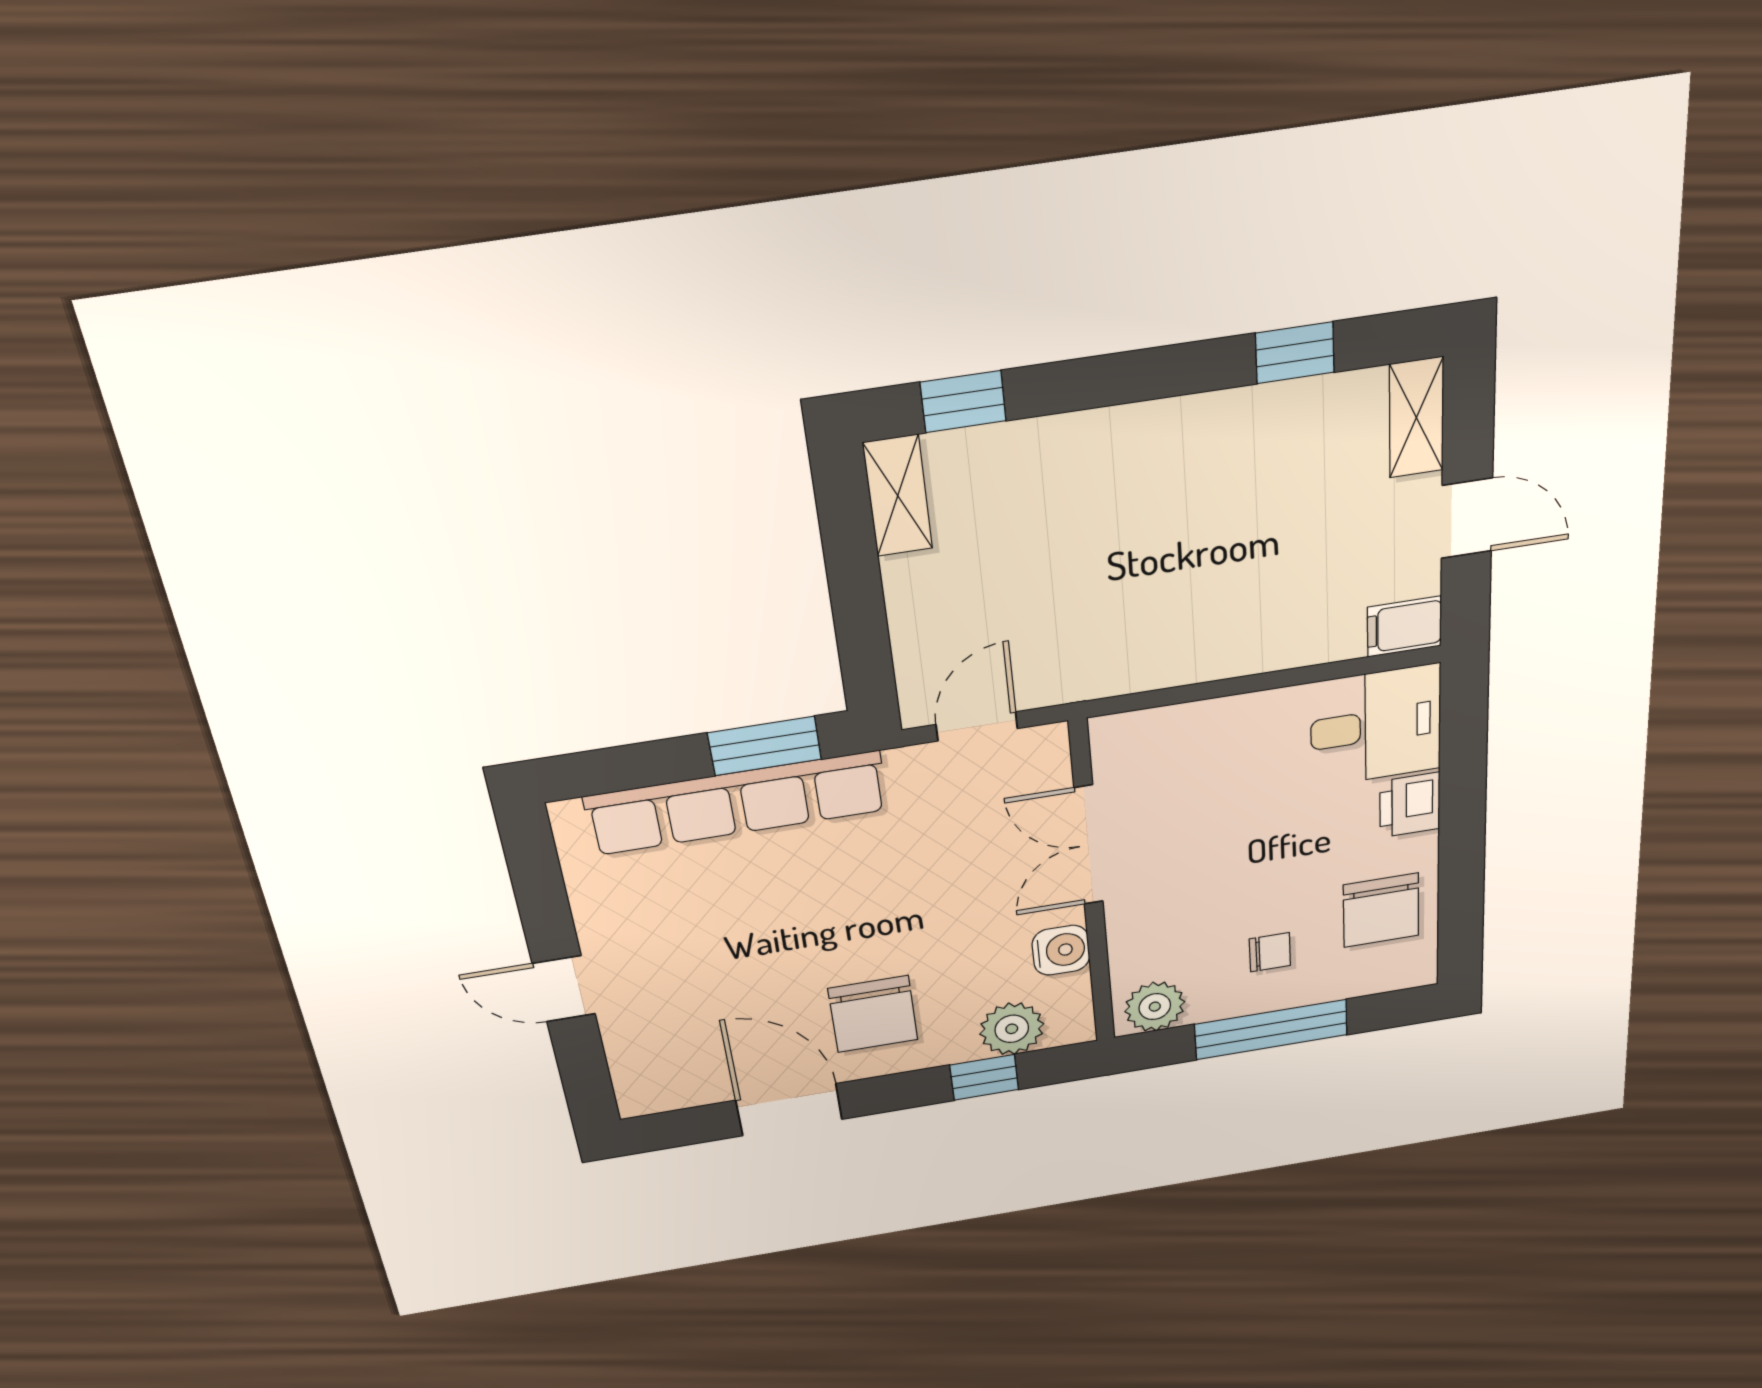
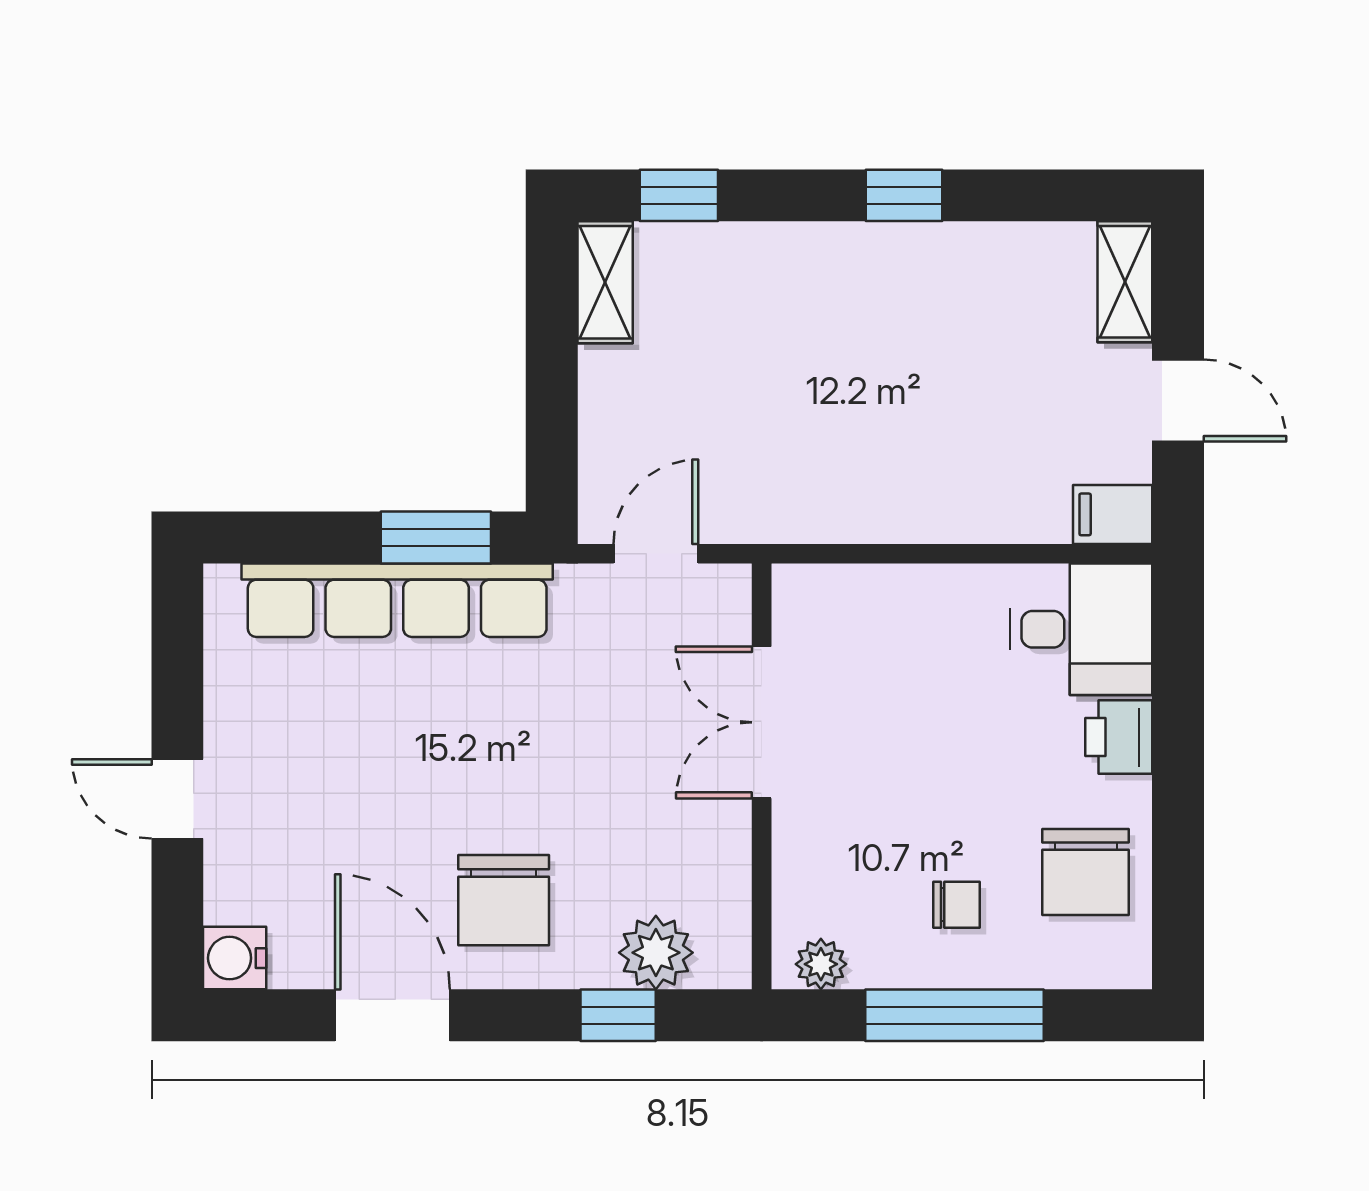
window: (1295, 353) -> (904, 195), moved
water cooler: (1061, 950) -> (235, 958), moved, turned 180
plant: (1155, 1007) -> (821, 964), width x0.73, depth x0.73

